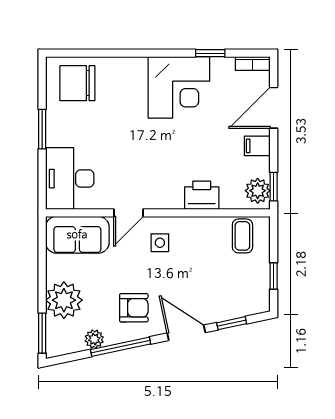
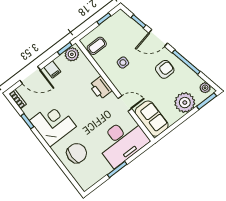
chair: (77, 83) -> (77, 153), moved, turned -90
desk: (70, 179) -> (122, 141), width x1.36, depth x1.30
printer: (202, 195) -> (101, 88), moved
side table: (160, 243) -> (123, 63), moved
armchair: (134, 308) -> (165, 69), turned 90
door: (186, 333) -> (158, 38), hinge flipped
plant: (94, 339) -> (205, 88), moved

